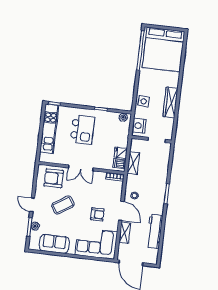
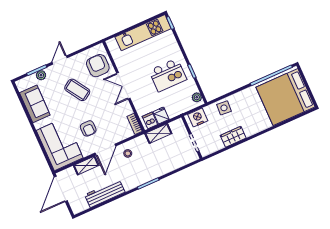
wardrobe: (170, 102) -> (233, 137), width x0.67
kitchen island: (82, 130) -> (168, 75), moved

